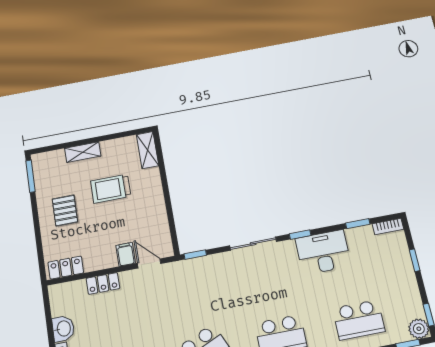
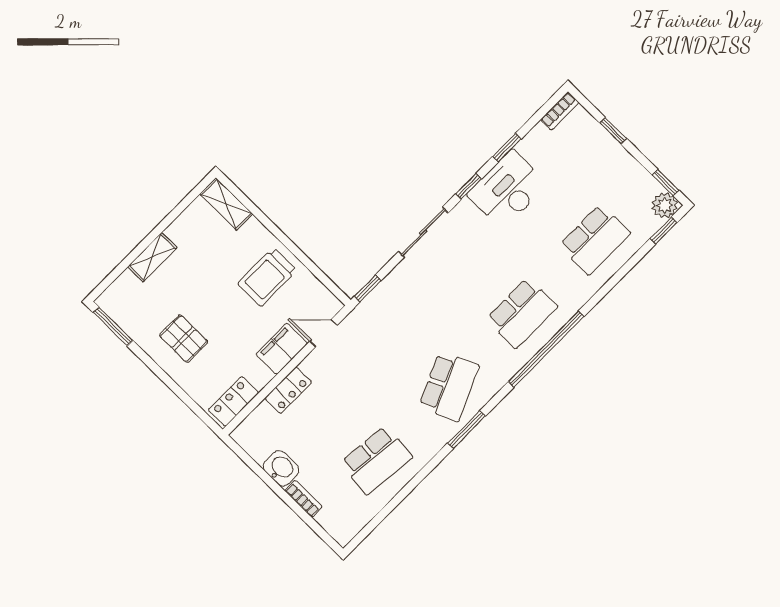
trolley: (111, 189) -> (267, 277), moved
window: (358, 224) -> (507, 148), moved
filing cabinet: (126, 254) -> (282, 349), width x2.00

